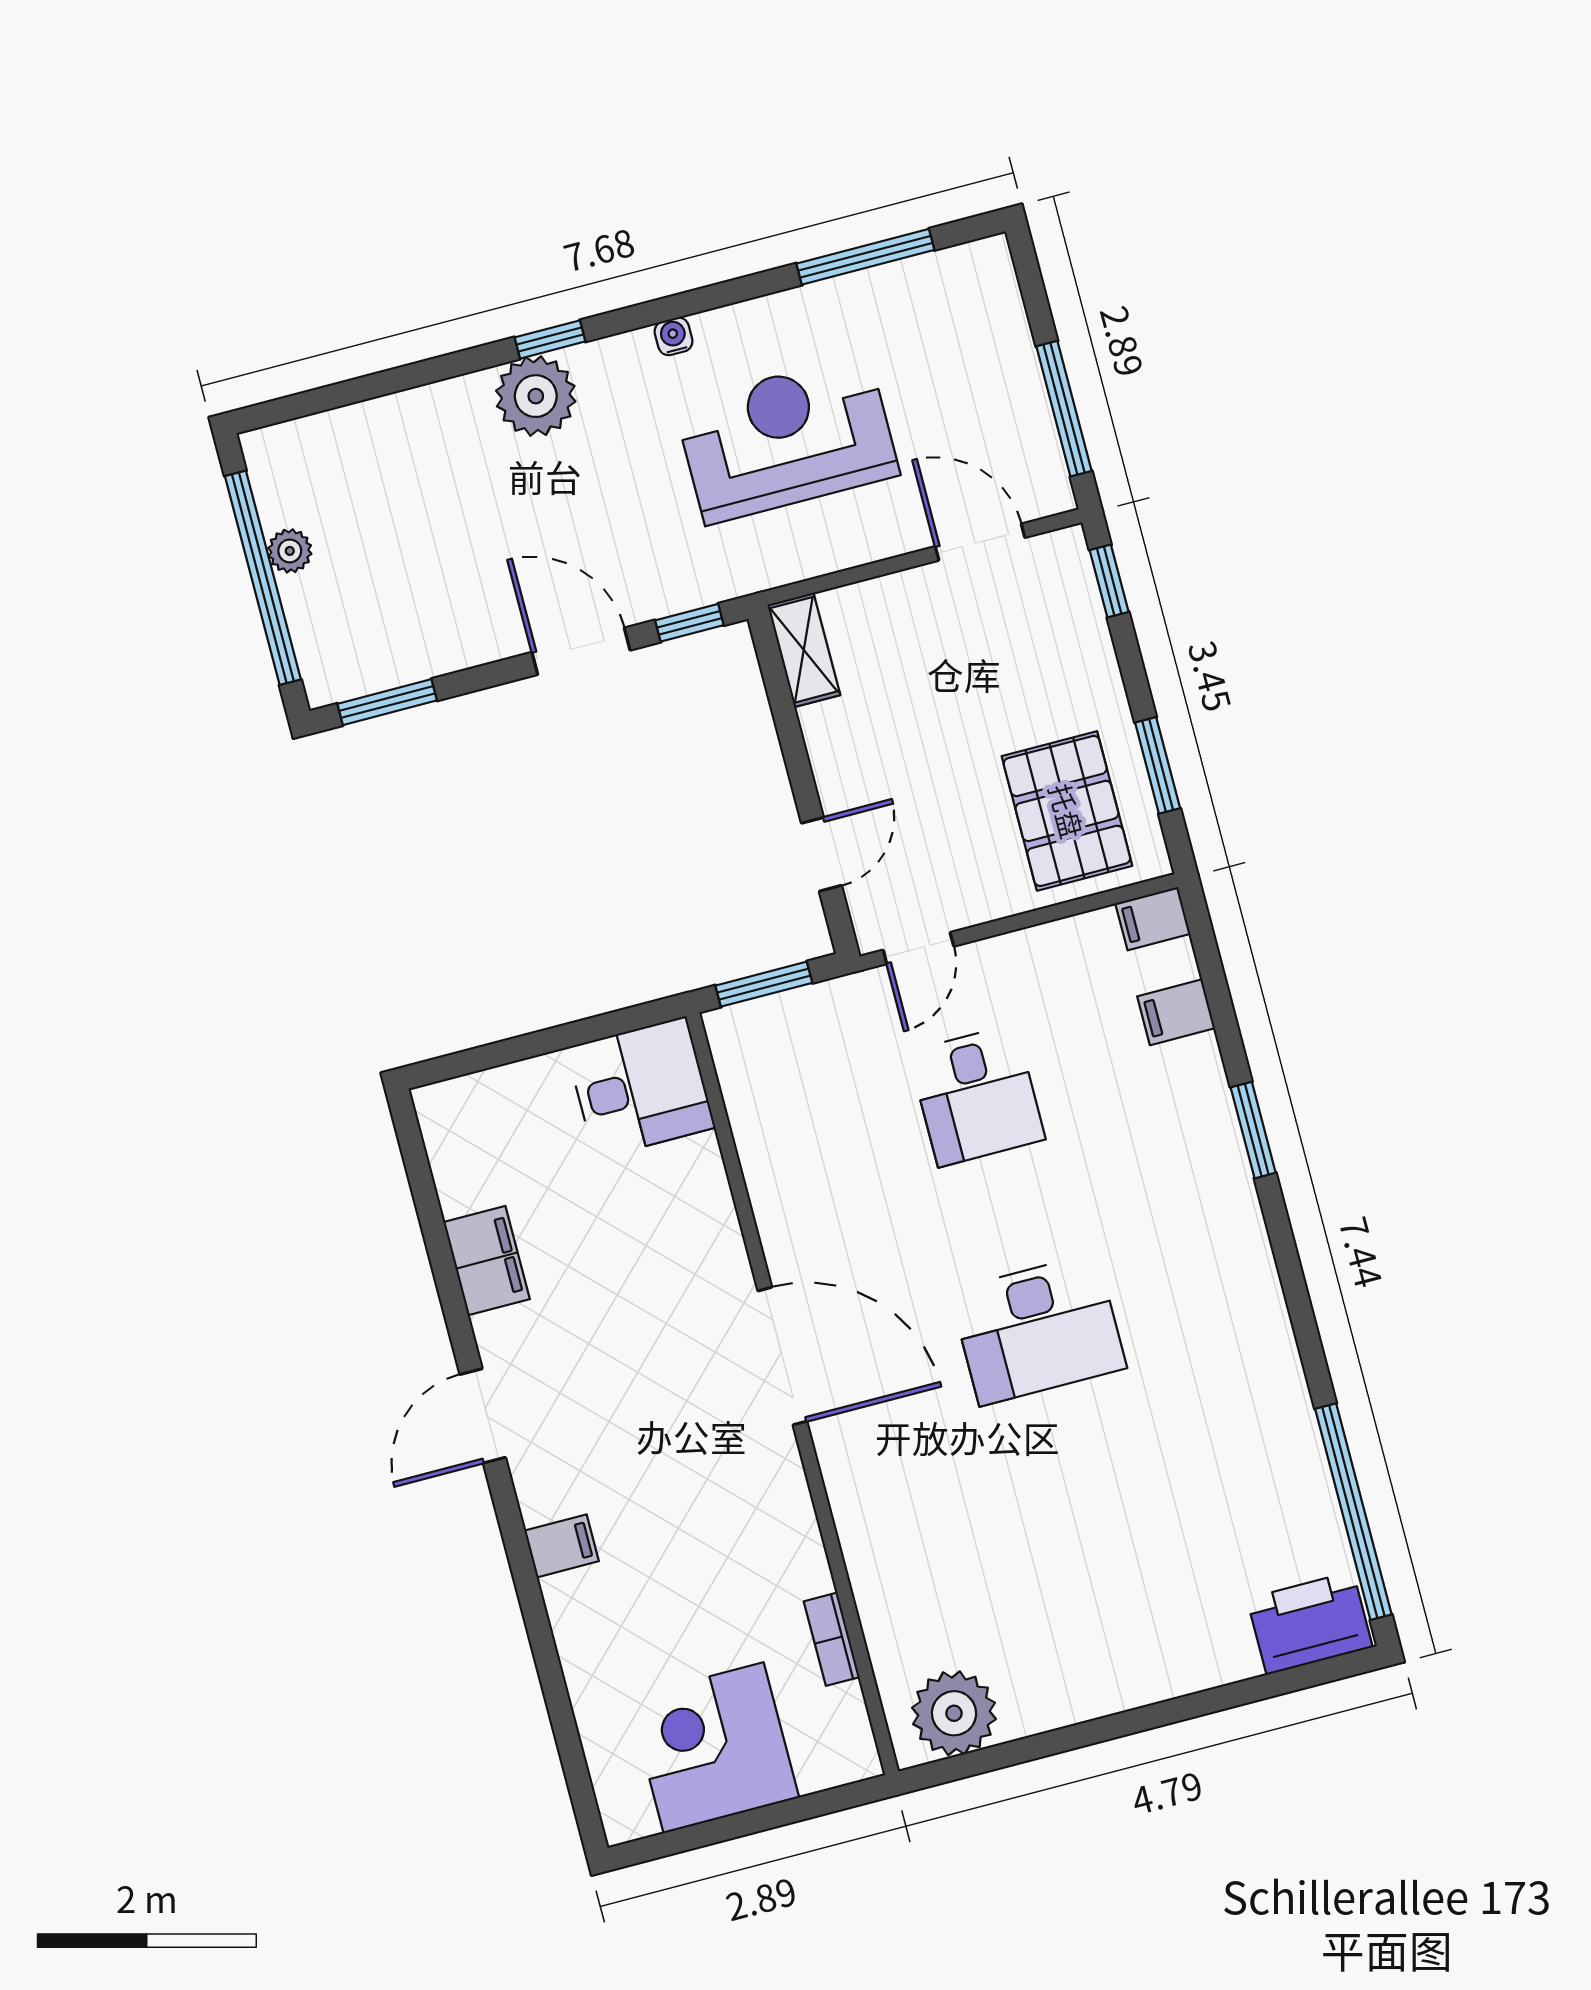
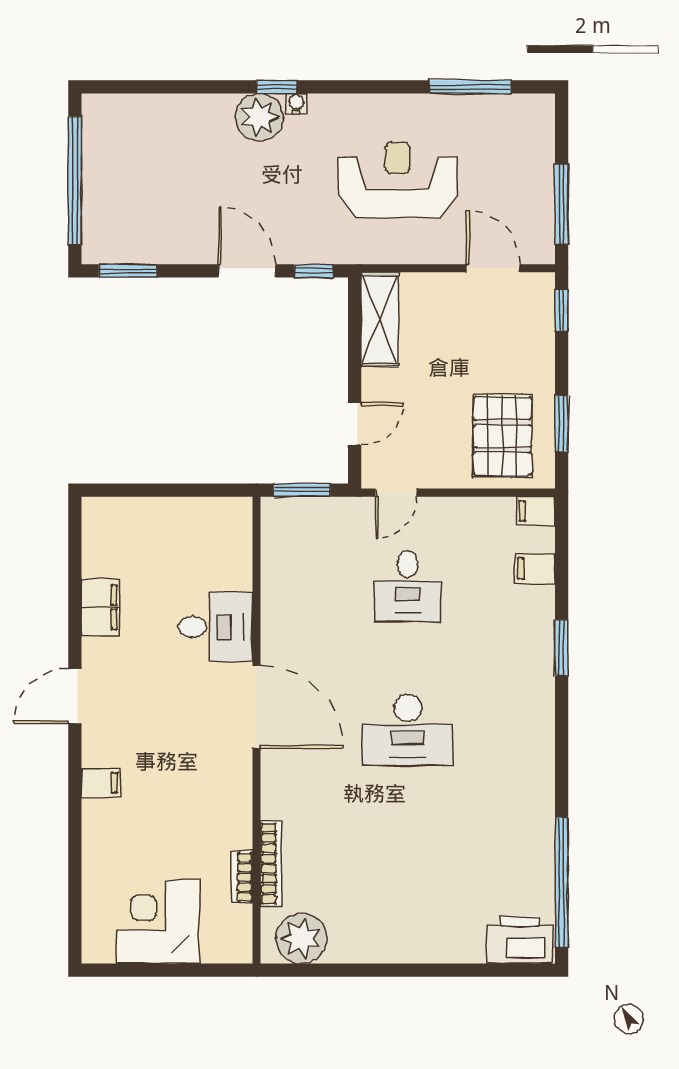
water cooler: (673, 336) -> (296, 104), moved
plant: (290, 551) -> (95, 169), removed
shelving: (804, 650) -> (380, 319), width x1.50, depth x1.33
desk: (641, 1088) -> (215, 627), moved
bookcase: (873, 1605) -> (271, 864), added

